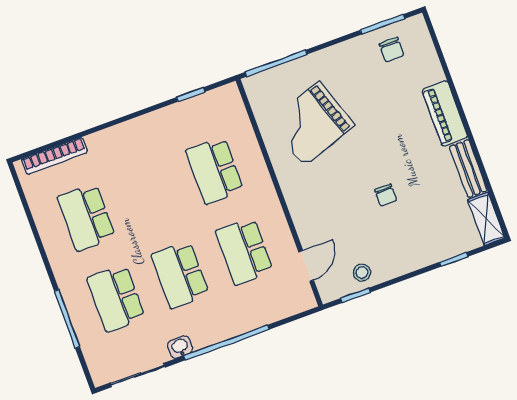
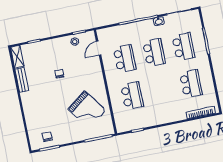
piano: (445, 114) -> (28, 105), removed
grand piano: (311, 124) -> (87, 110), turned 73

